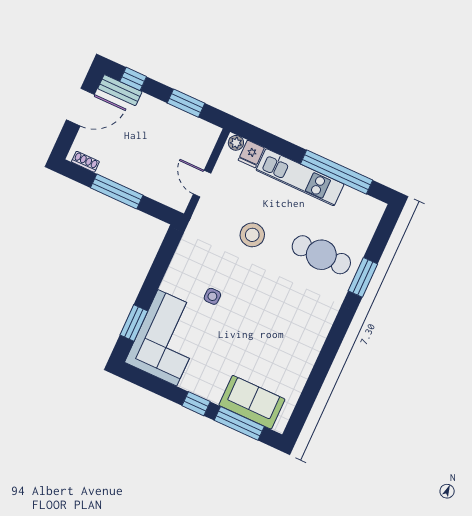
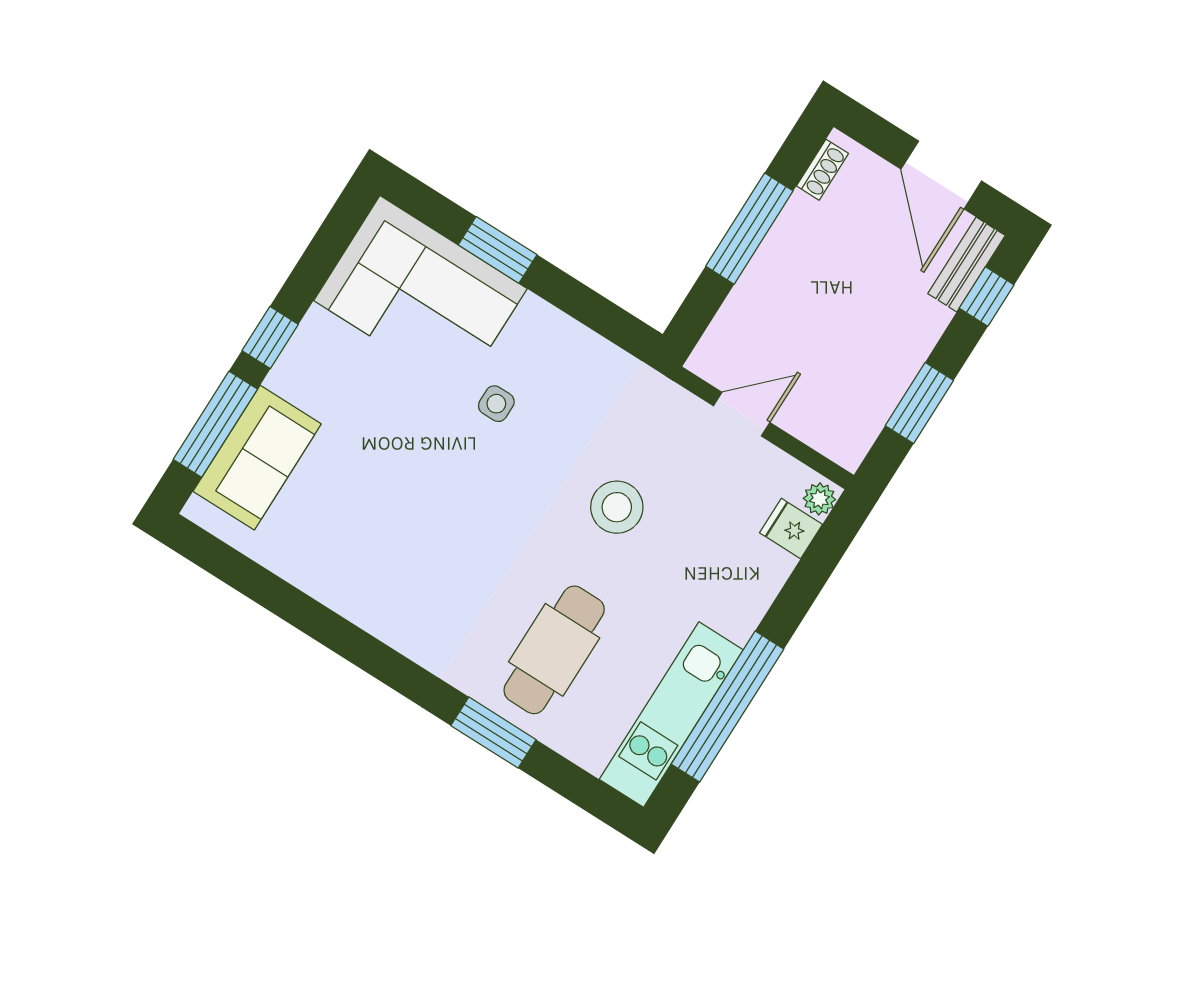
kitchen unit: (300, 177) -> (671, 715), moved
window: (134, 323) -> (498, 250), moved

